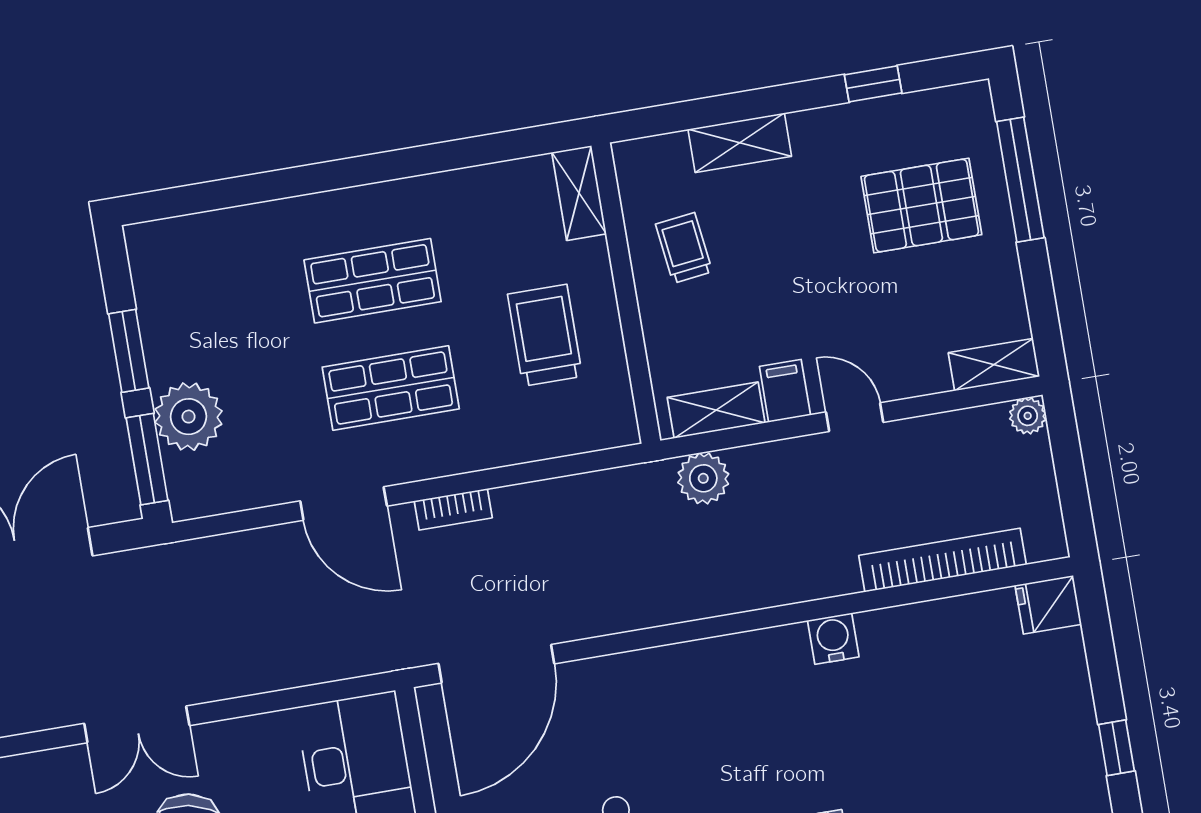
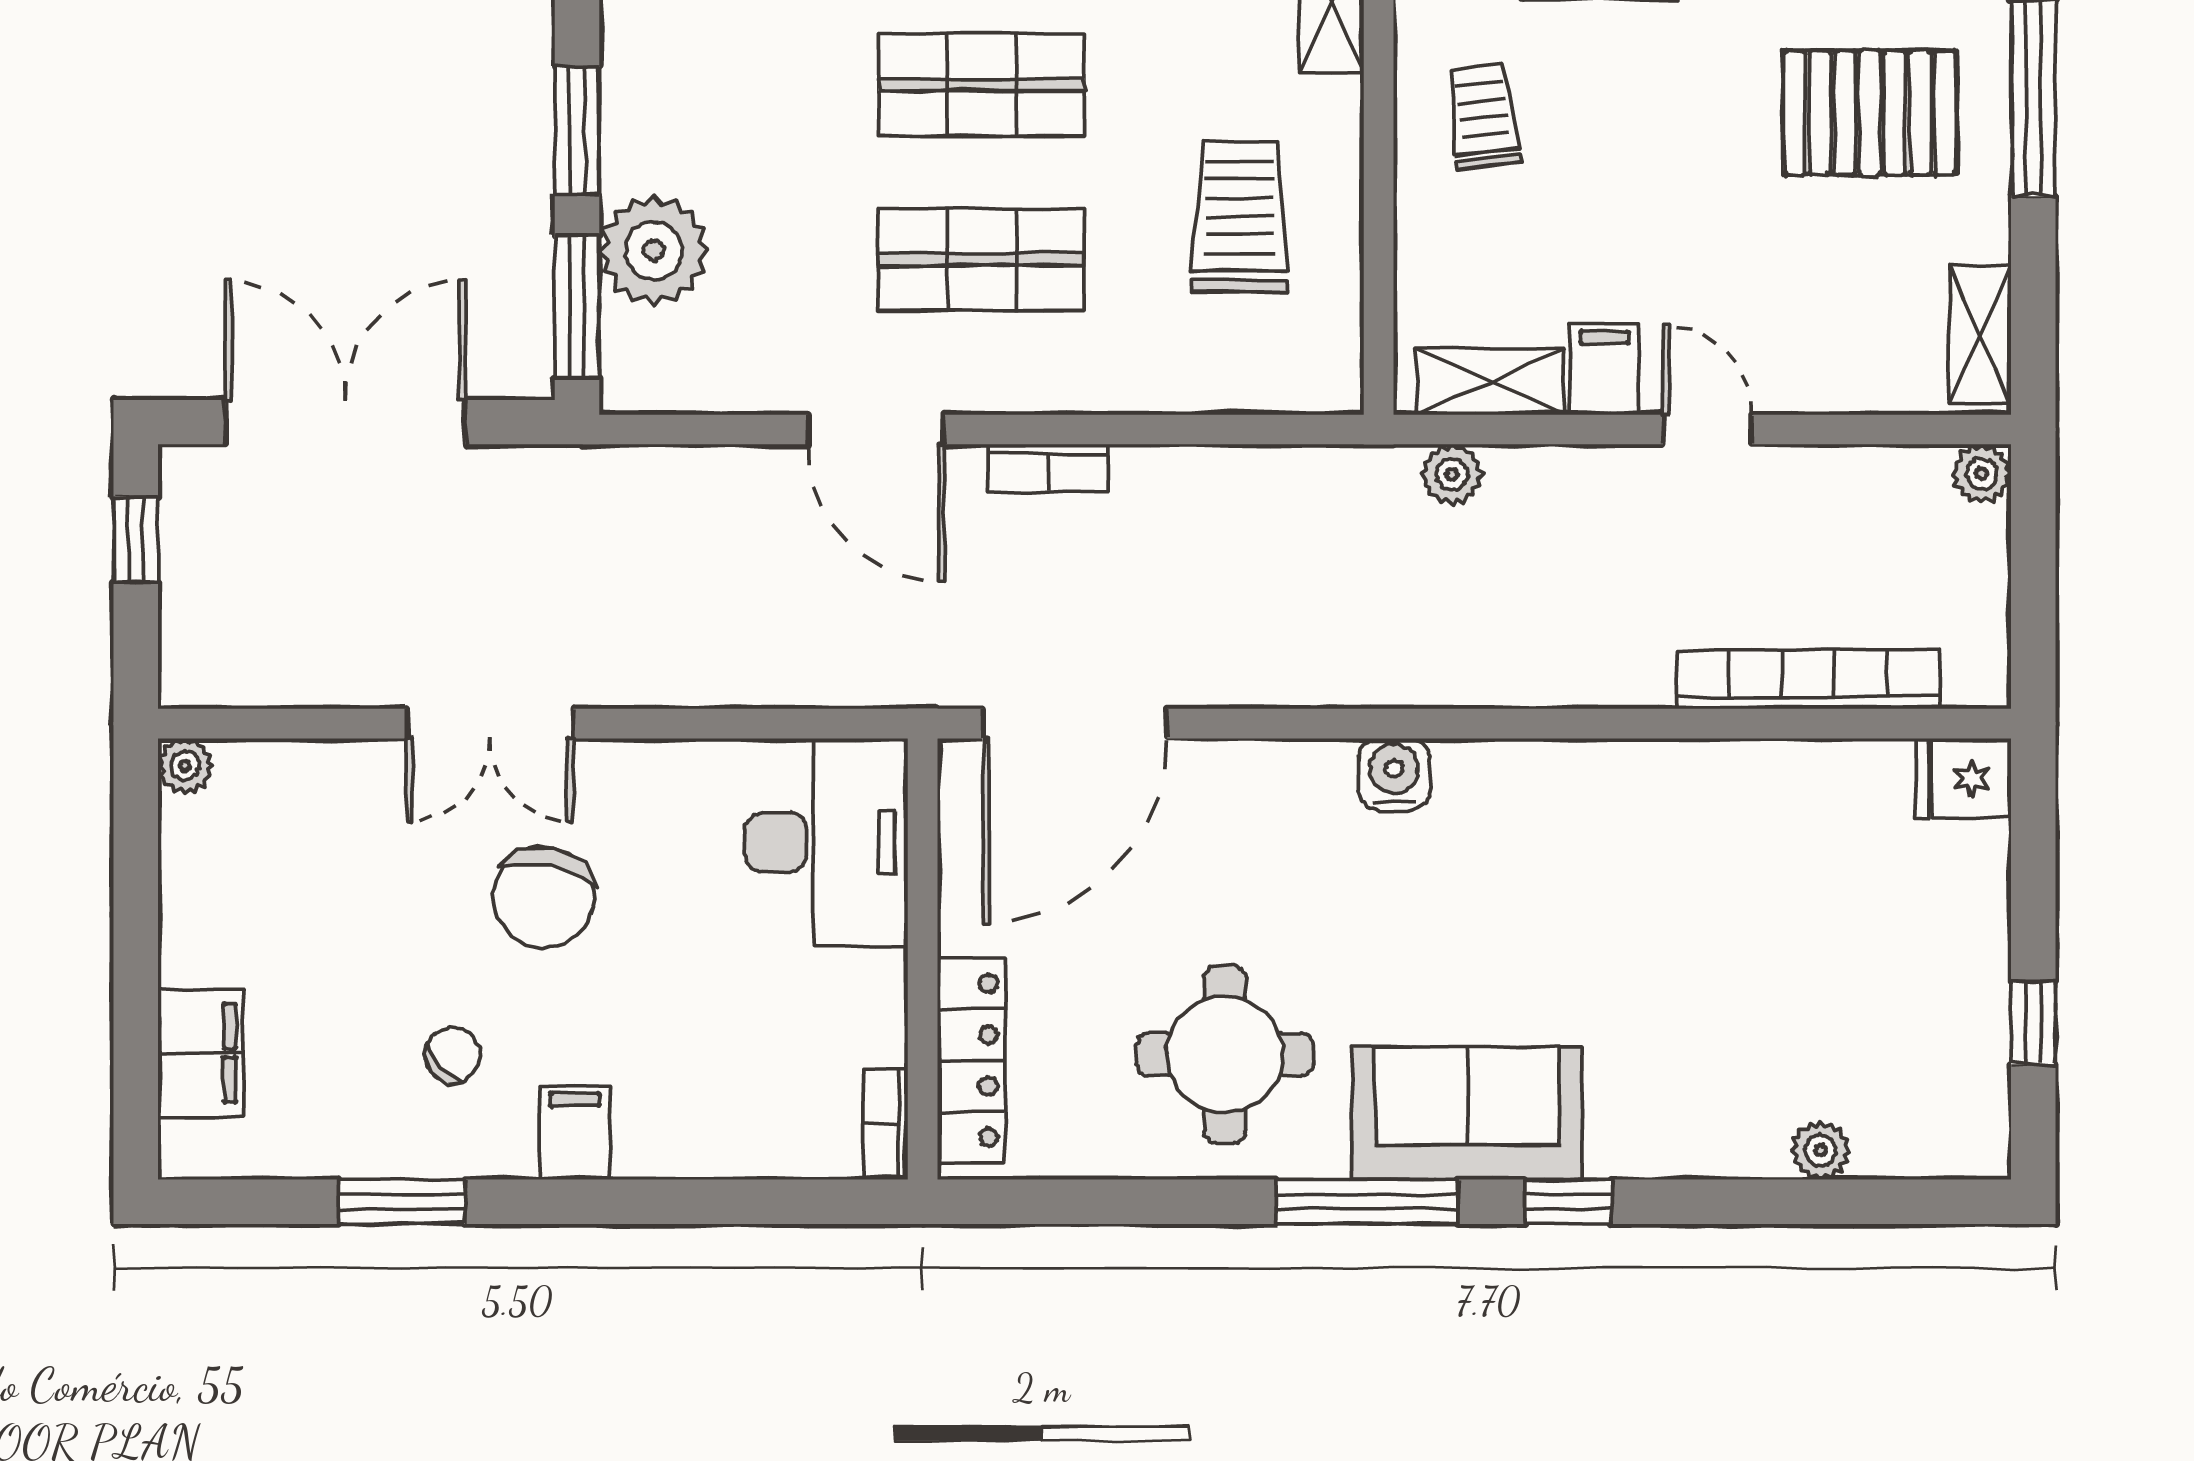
shelving: (994, 365) -> (1980, 334), moved, turned 90
plant: (703, 478) -> (1452, 474), width x0.73, depth x0.73
water cooler: (833, 639) -> (1394, 774), moved

